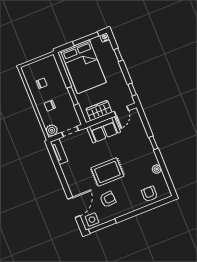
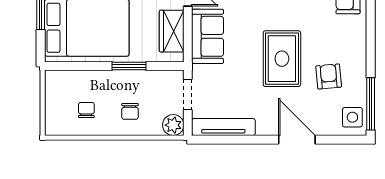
tv unit: (59, 152) -> (223, 127), width x1.41
door: (74, 207) -> (297, 140), moved

